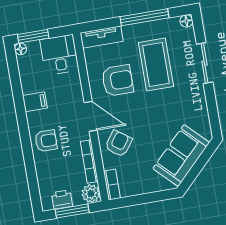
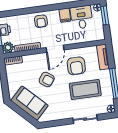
desk: (59, 55) -> (82, 17), moved, turned -90
armchair: (119, 144) -> (47, 80), moved

